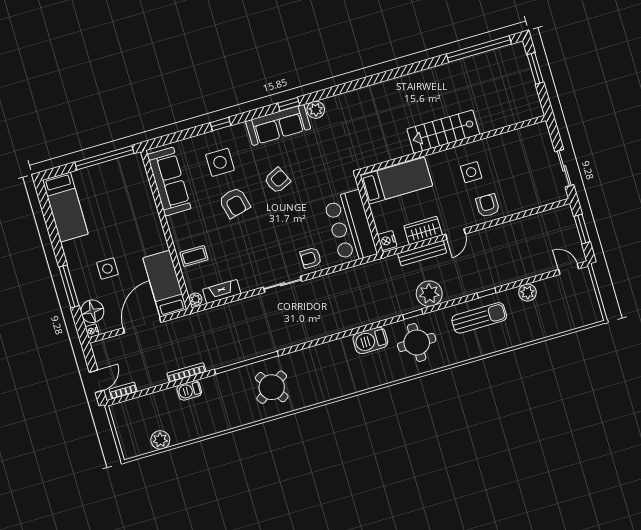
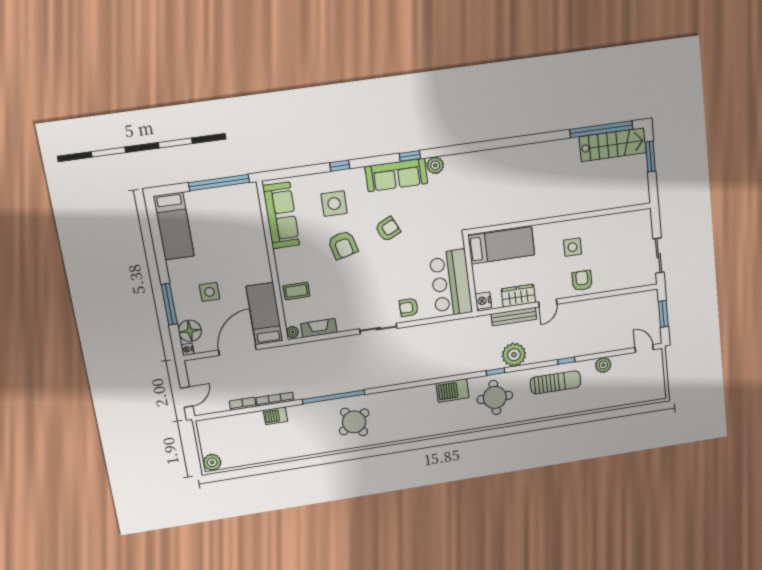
stairs: (443, 132) -> (613, 145), moved, turned 180
bookcase: (123, 390) -> (243, 404), moved
plant: (160, 440) -> (212, 462), moved

